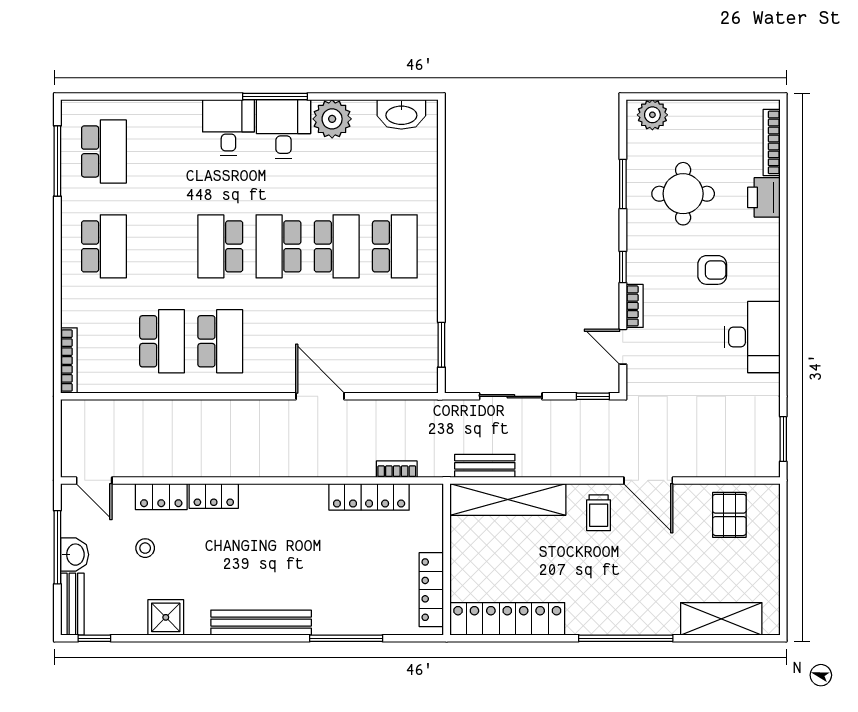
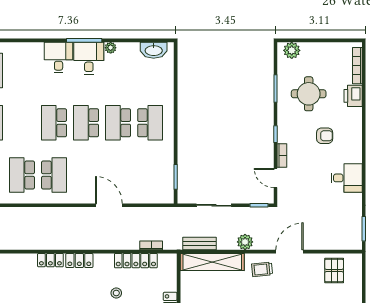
plant: (332, 119) -> (111, 48), width x0.53, depth x0.53
school desk: (337, 246) -> (118, 123), turned 180
desk: (752, 337) -> (347, 178), width x0.73
school desk: (162, 341) -> (22, 175), turned 180
plant: (568, 463) -> (245, 242), added
door: (648, 480) -> (290, 252), swing flipped
locker: (161, 497) -> (79, 260), moved
trolley: (599, 513) -> (262, 269), turned 84
stool: (145, 548) -> (116, 293), moved

